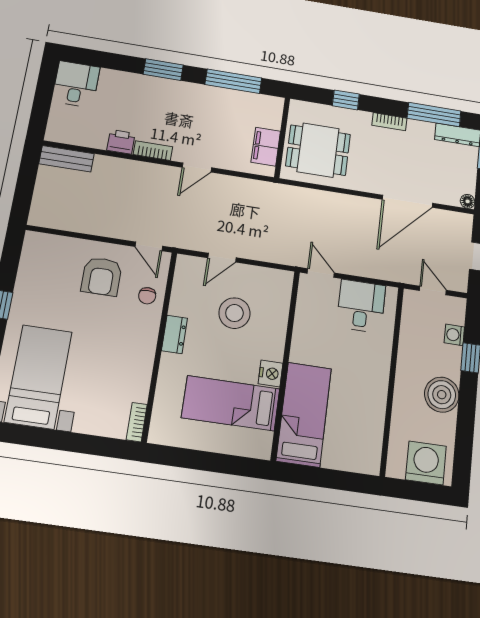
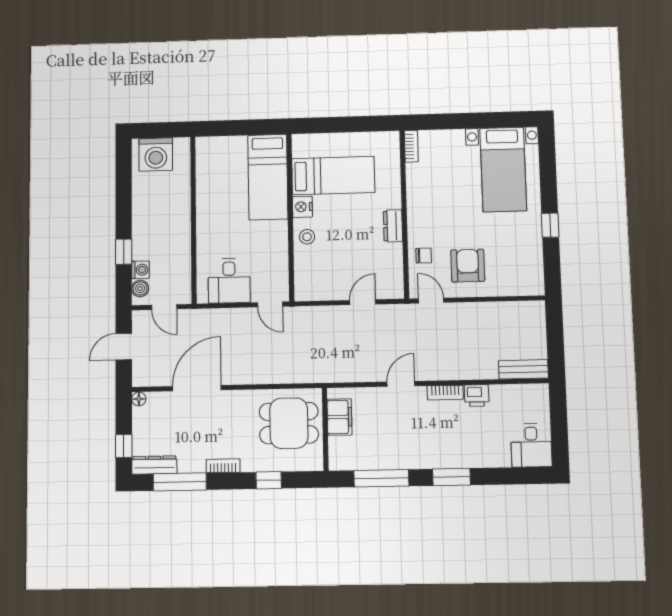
chair: (147, 296) -> (424, 256), turned 90
stool: (234, 313) -> (307, 237), moved, width x0.53, depth x0.53
boiler: (442, 395) -> (140, 289), moved, width x0.54, depth x0.54

